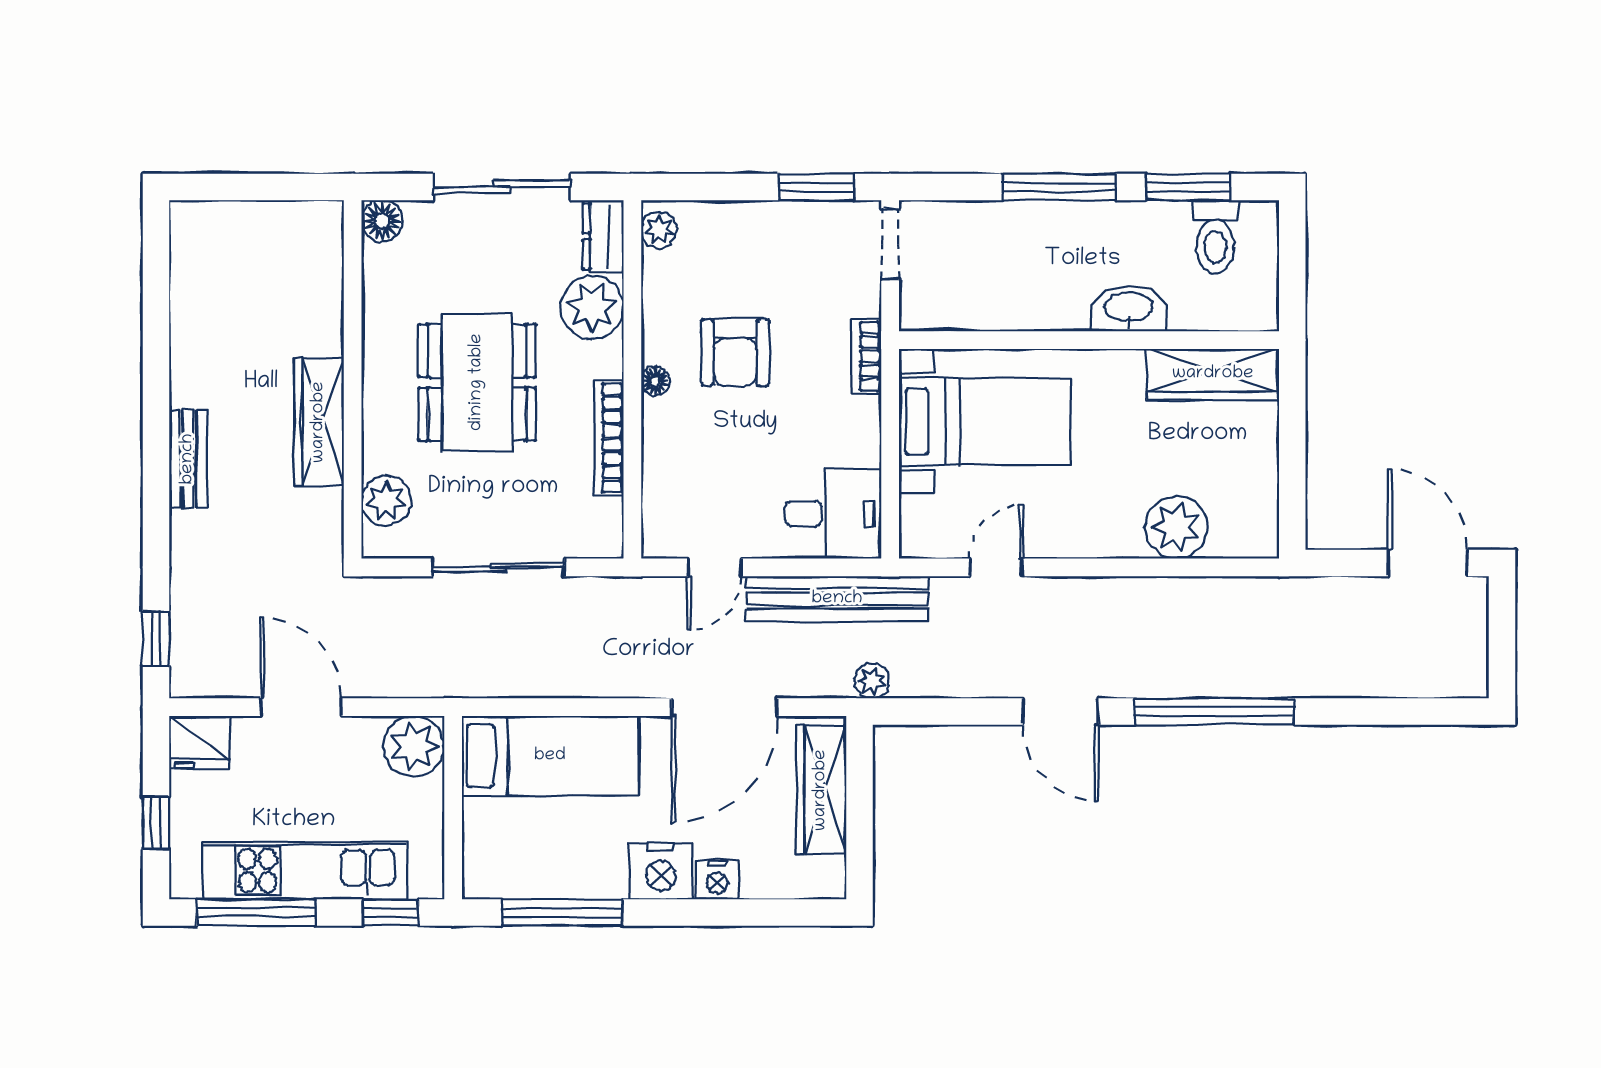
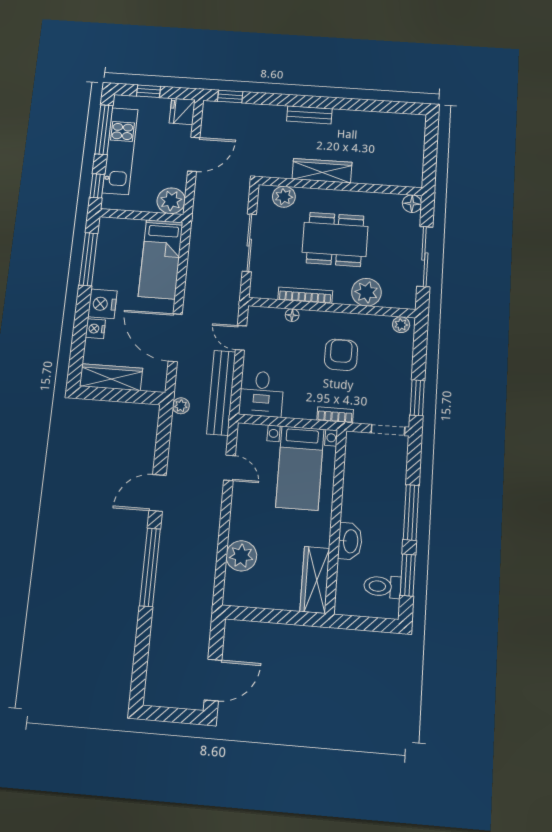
dresser: (603, 236) -> (399, 300), removed
armchair: (735, 353) -> (341, 355), turned 90
floor lamp: (655, 381) -> (292, 315), moved
wardrobe: (821, 790) -> (111, 377), moved

